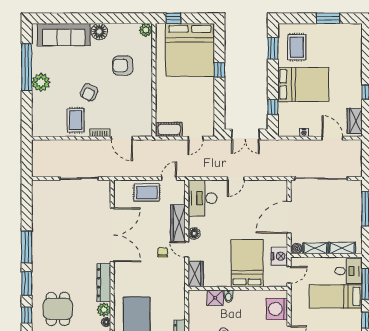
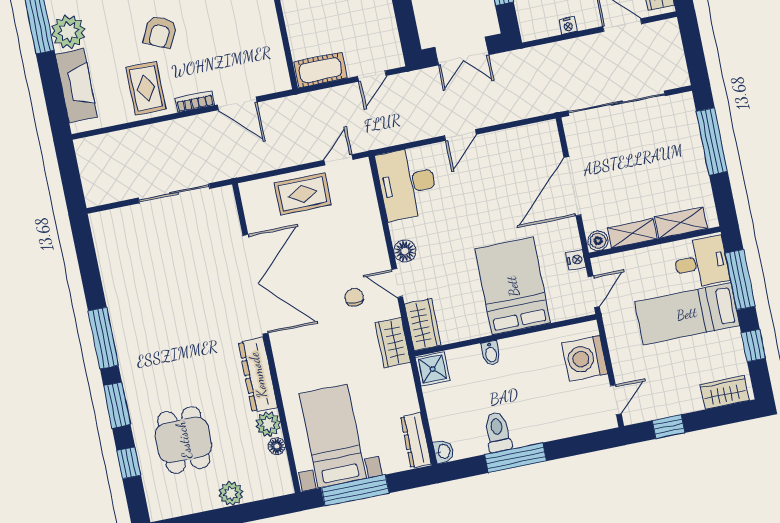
fireplace: (39, 111) -> (76, 86), added
wardrobe: (178, 223) -> (393, 343), moved, width x0.67
nightstand: (279, 256) -> (576, 260), width x0.53, depth x0.56
shower: (215, 298) -> (433, 369), moved

